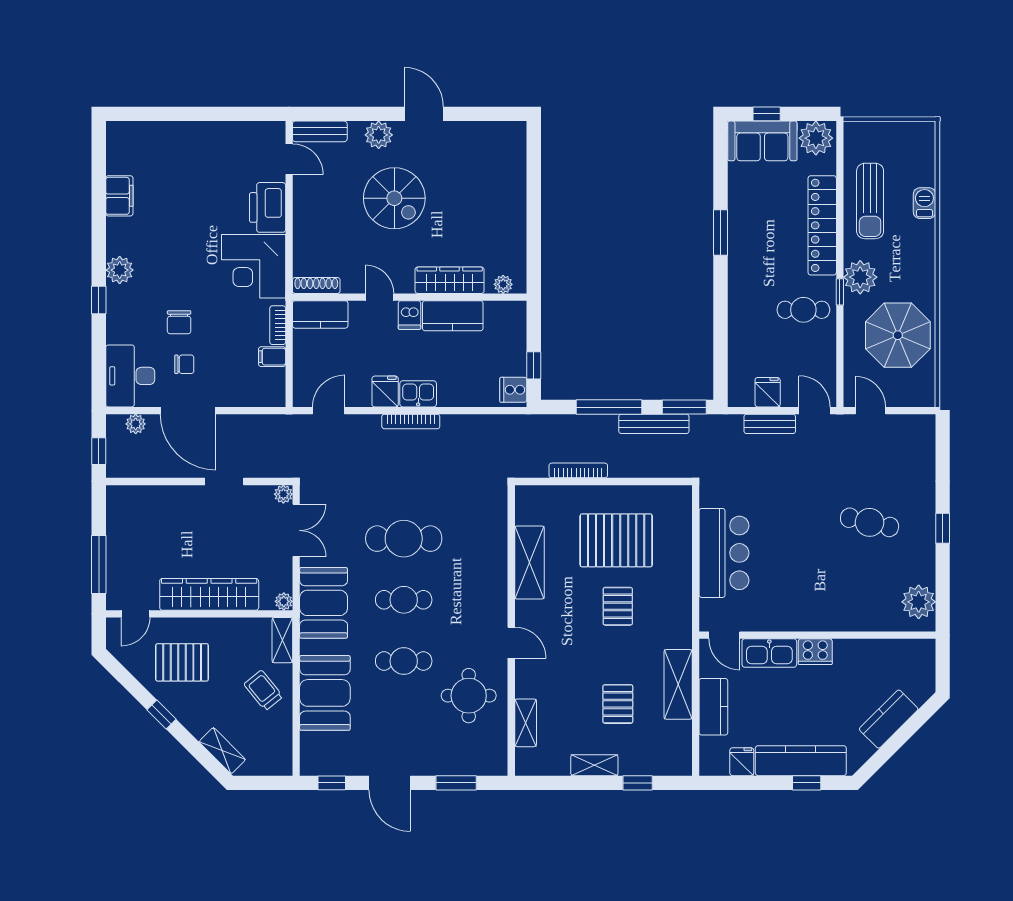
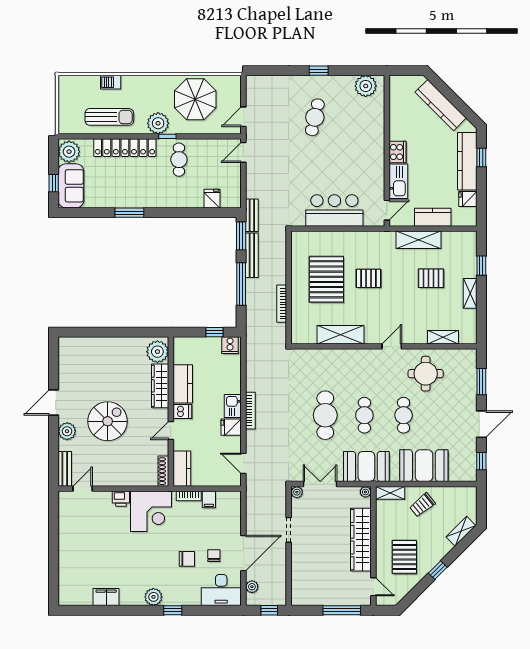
printer: (268, 207) -> (121, 499), width x0.53, depth x0.68
plant: (503, 284) -> (157, 352), width x1.87, depth x1.87
fridge: (768, 392) -> (212, 199), moved, turned 90
bench: (770, 424) -> (252, 215), moved
kitchen counter: (889, 719) -> (441, 105), width x1.50

